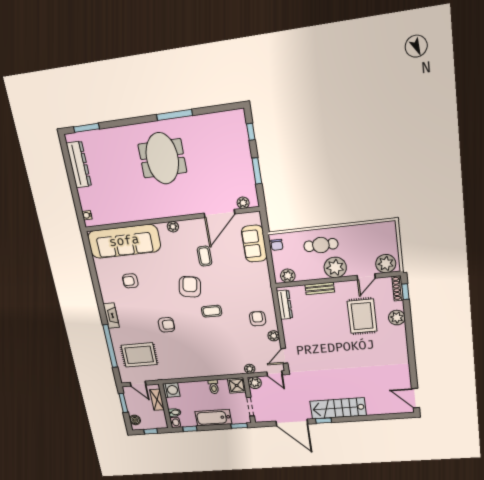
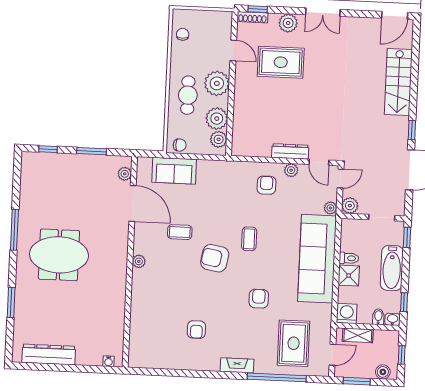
window: (86, 128) -> (11, 303), moved
chair: (374, 233) -> (183, 34), added
sofa: (124, 241) -> (317, 259), moved, turned 180
plant: (386, 264) -> (217, 119), moved
bench: (320, 288) -> (240, 105), removed
dresser: (285, 305) -> (290, 151), moved
armchair: (258, 319) -> (266, 185), turned 90
double door: (410, 344) -> (323, 12), added
shower: (237, 385) -> (349, 276), moved
stairs: (338, 408) -> (398, 82), moved

